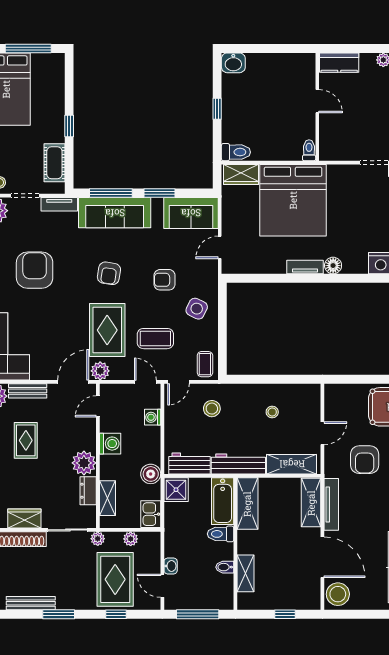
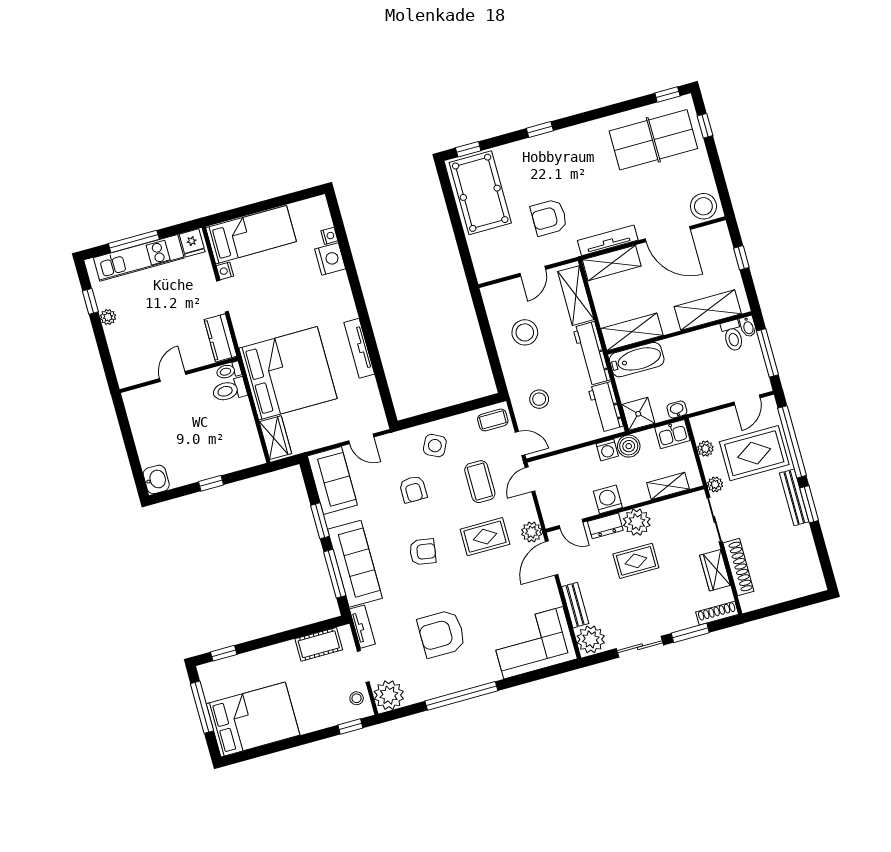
kitchen counter: (339, 63) -> (220, 338), moved, turned 180
window: (69, 126) -> (224, 653), moved
toilet: (236, 152) -> (229, 390), moved, turned -90
floor lamp: (333, 266) -> (347, 310), removed
tv unit: (305, 267) -> (359, 348), width x1.41
rug: (107, 330) -> (485, 537), width x0.73, depth x0.70
door: (73, 382) -> (552, 558), hinge flipped
stool: (272, 412) -> (525, 332), width x1.89, depth x1.89
washing machine: (153, 417) -> (607, 450), moved
door: (322, 433) -> (533, 271), swing flipped
rug: (26, 440) -> (636, 561), moved
armchair: (365, 460) -> (549, 217), turned 180
dresser: (88, 491) -> (605, 526), moved
toilet: (221, 534) -> (733, 336), moved
door: (322, 557) -> (668, 234), swing flipped
washbasin: (171, 566) -> (677, 409), moved
bidet: (225, 567) -> (748, 326), moved
shelving: (245, 573) -> (708, 310), width x1.50, depth x1.33
bench: (31, 603) -> (794, 497), moved
window: (116, 614) -> (792, 442), width x3.17

